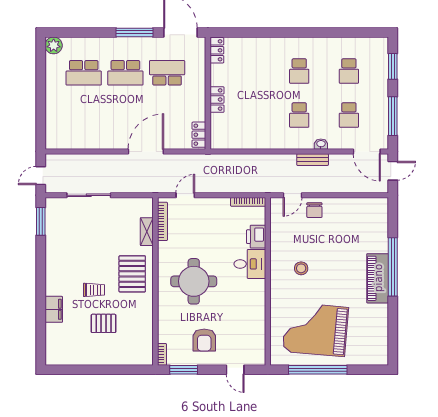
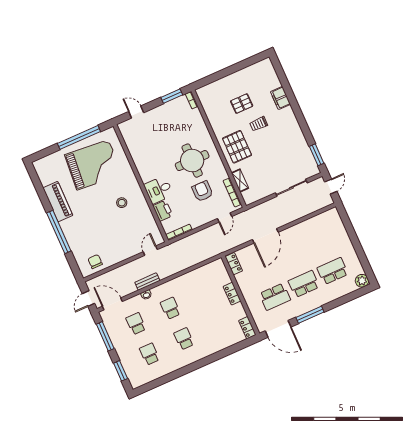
chair: (314, 210) -> (95, 262), moved
piano: (378, 278) -> (58, 202), moved
armchair: (204, 340) -> (202, 191), moved

